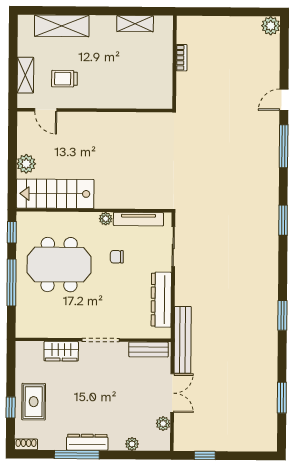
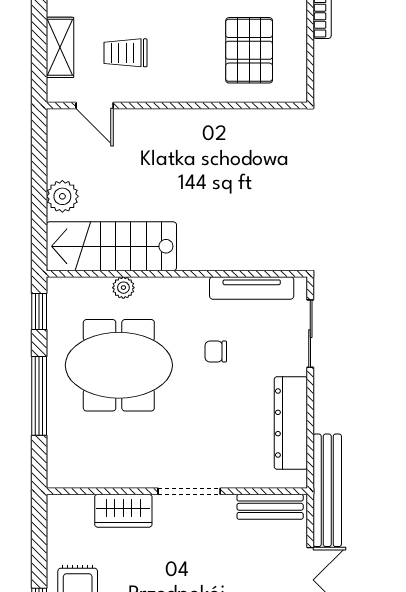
pallet: (138, 78) -> (249, 50), added
plant: (106, 219) -> (123, 288), moved

